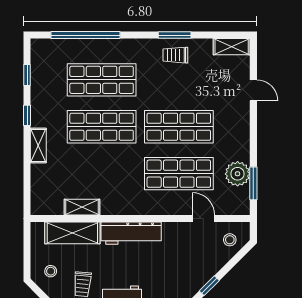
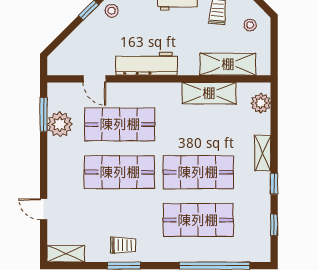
plant: (40, 195) -> (261, 103), added
shelving: (82, 207) -> (209, 93), width x1.50, depth x1.33
workbench: (131, 233) -> (146, 64), moved
stool: (230, 240) -> (112, 11), moved

